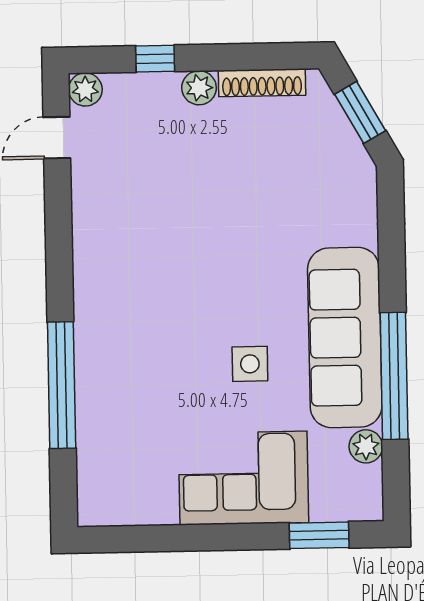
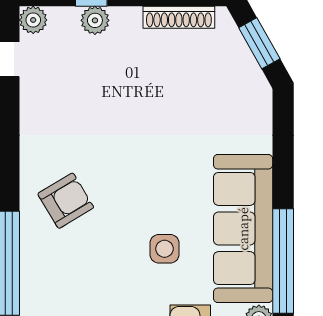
plant: (199, 88) -> (95, 20), moved
armchair: (129, 308) -> (66, 201), added

